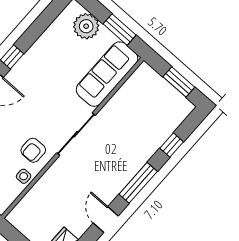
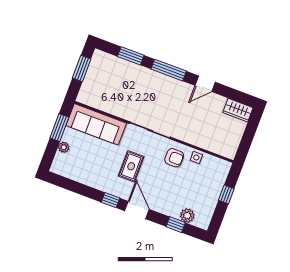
plant: (86, 26) -> (64, 147), width x0.53, depth x0.53
rug: (42, 96) -> (131, 166), added
window: (172, 145) -> (131, 56), width x1.50

